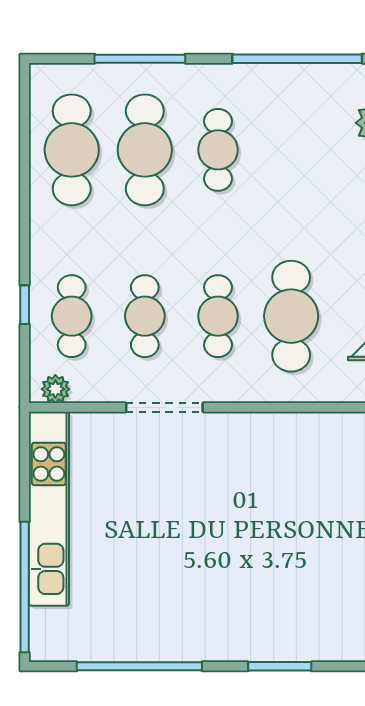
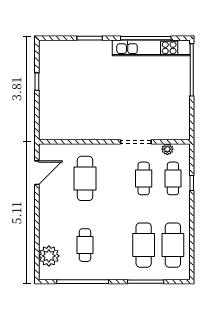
cafe table: (218, 150) -> (85, 245), moved
cafe table: (218, 316) -> (114, 178), removed
plant: (55, 389) -> (167, 149), moved
kitchen unit: (49, 509) -> (151, 48), moved, turned -90

